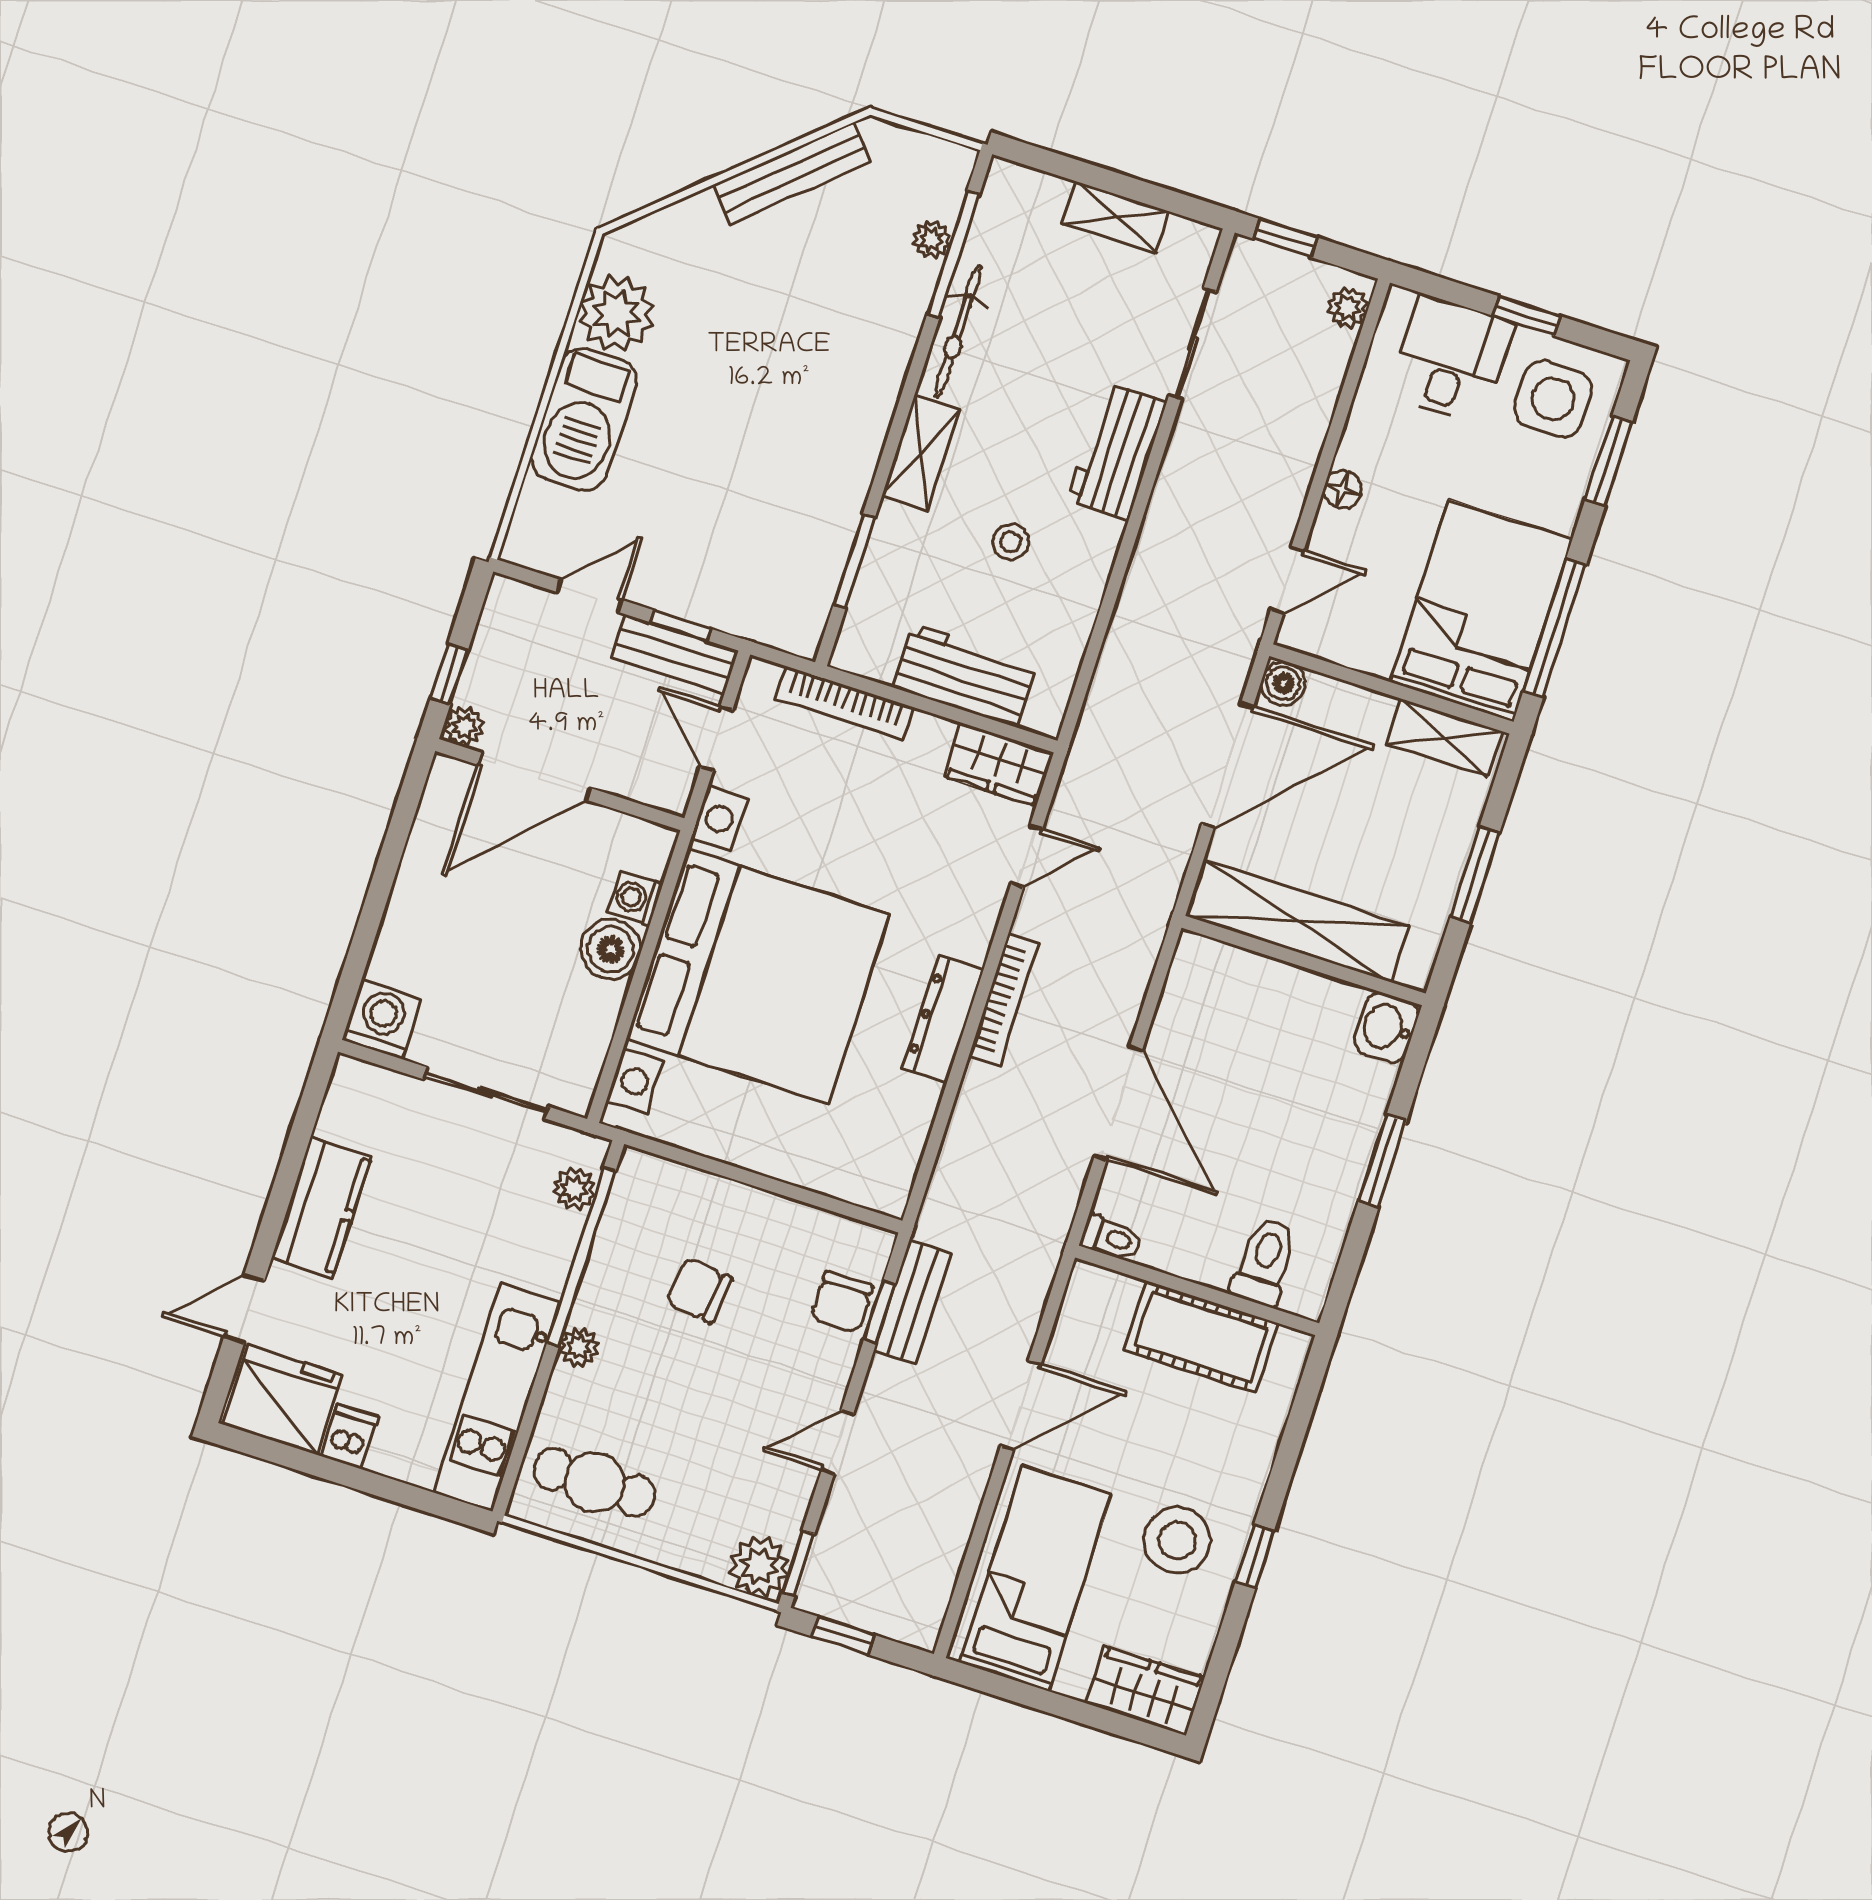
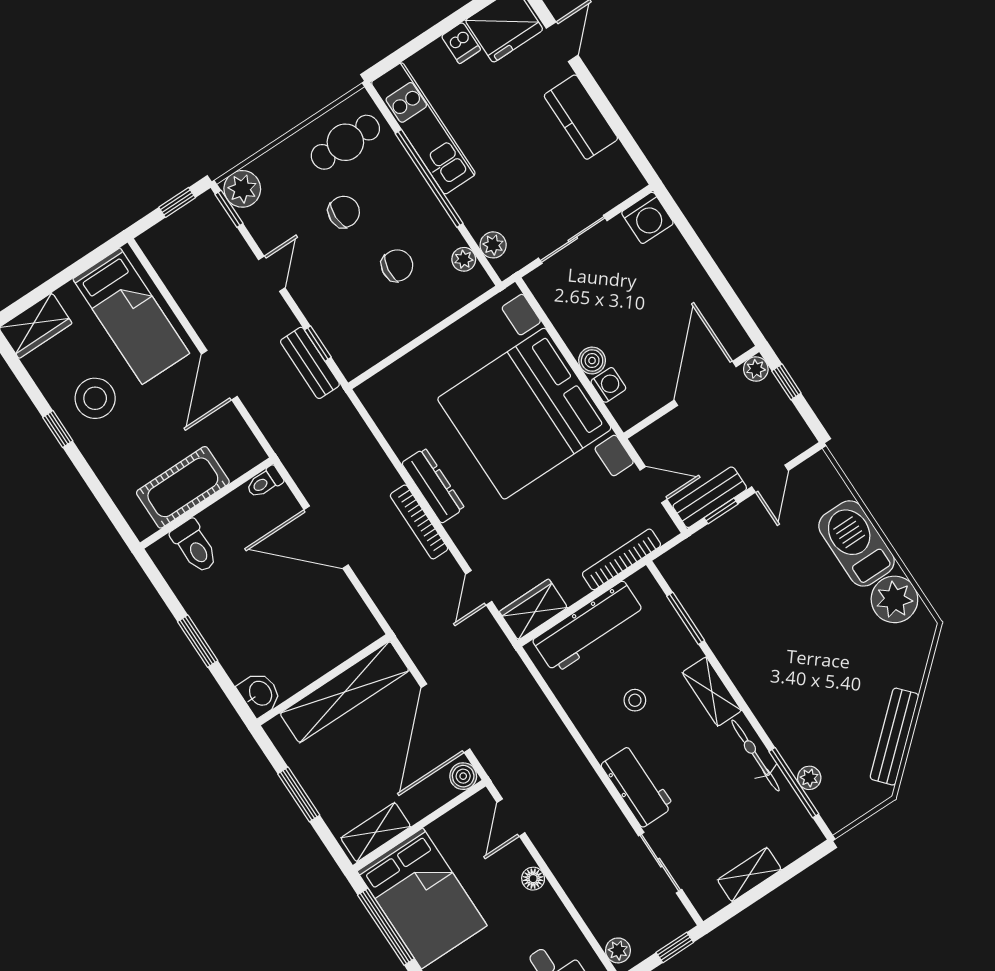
workbench: (965, 675) -> (589, 627), width x1.38
boiler: (611, 949) -> (592, 361), width x0.73, depth x0.73
window: (581, 1257) -> (429, 178), moved
chair: (842, 1302) -> (344, 212), moved, turned 90
plant: (579, 1347) -> (464, 259), moved

